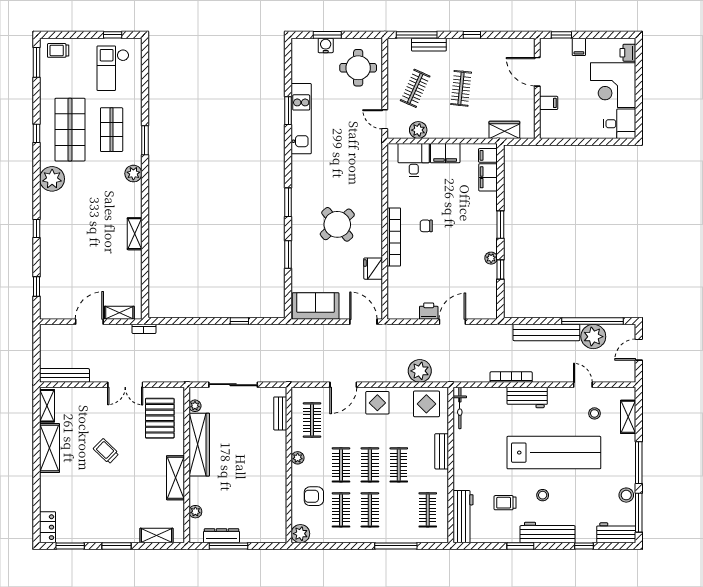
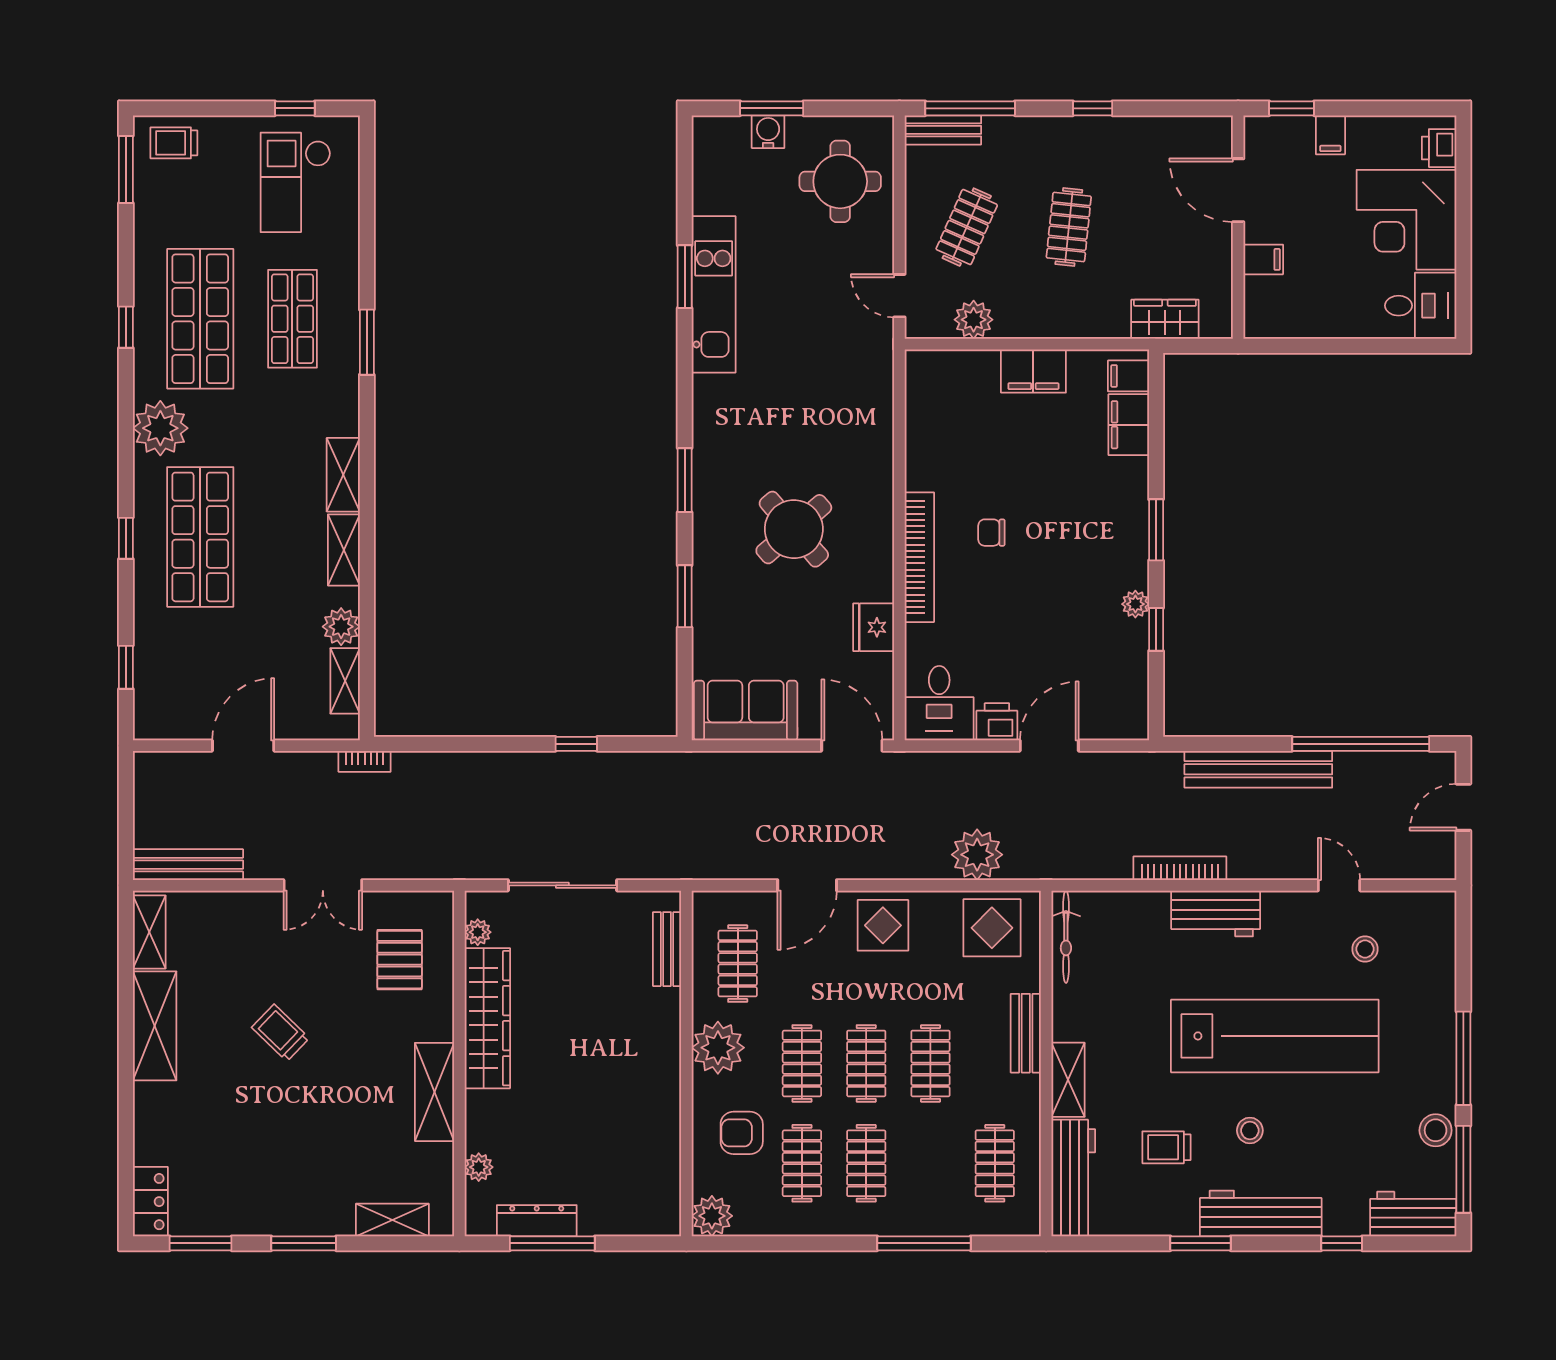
bench: (429, 45) -> (943, 130), moved
desk: (414, 160) -> (939, 703), moved, turned 180
plant: (133, 174) -> (341, 627), moved
shelving: (134, 200) -> (343, 475), added
shop shelf: (70, 228) -> (200, 537), added
shelving: (119, 313) -> (345, 681), moved, turned 90
plant: (593, 337) -> (1362, 778), removed
shelving: (628, 417) -> (1068, 1080), moved
pallet: (160, 418) -> (400, 960), width x0.67, depth x0.71
plant: (298, 458) -> (718, 1048), width x1.87, depth x1.87

